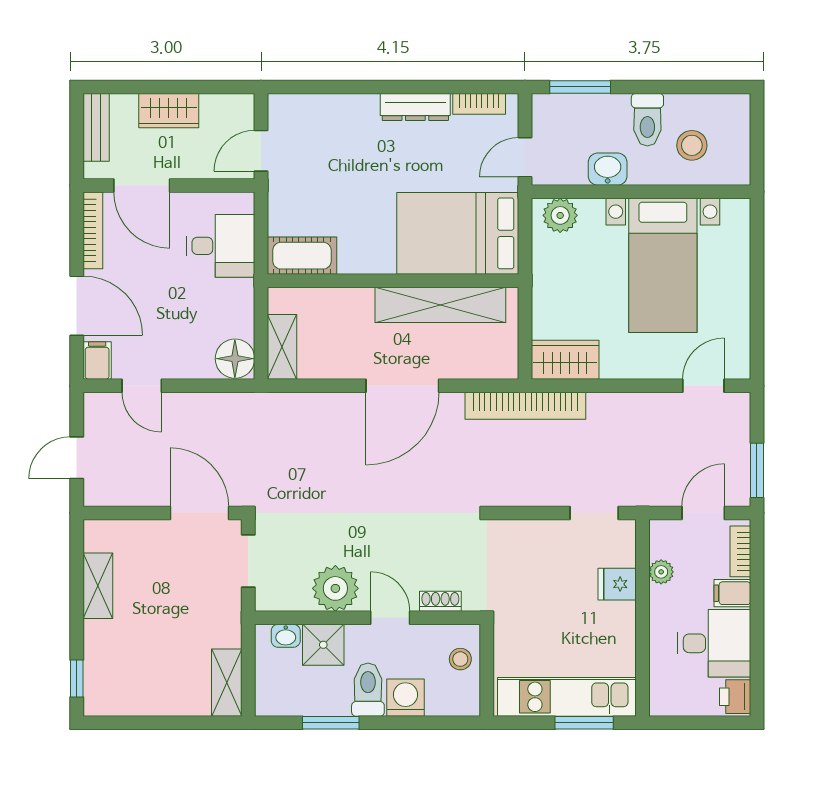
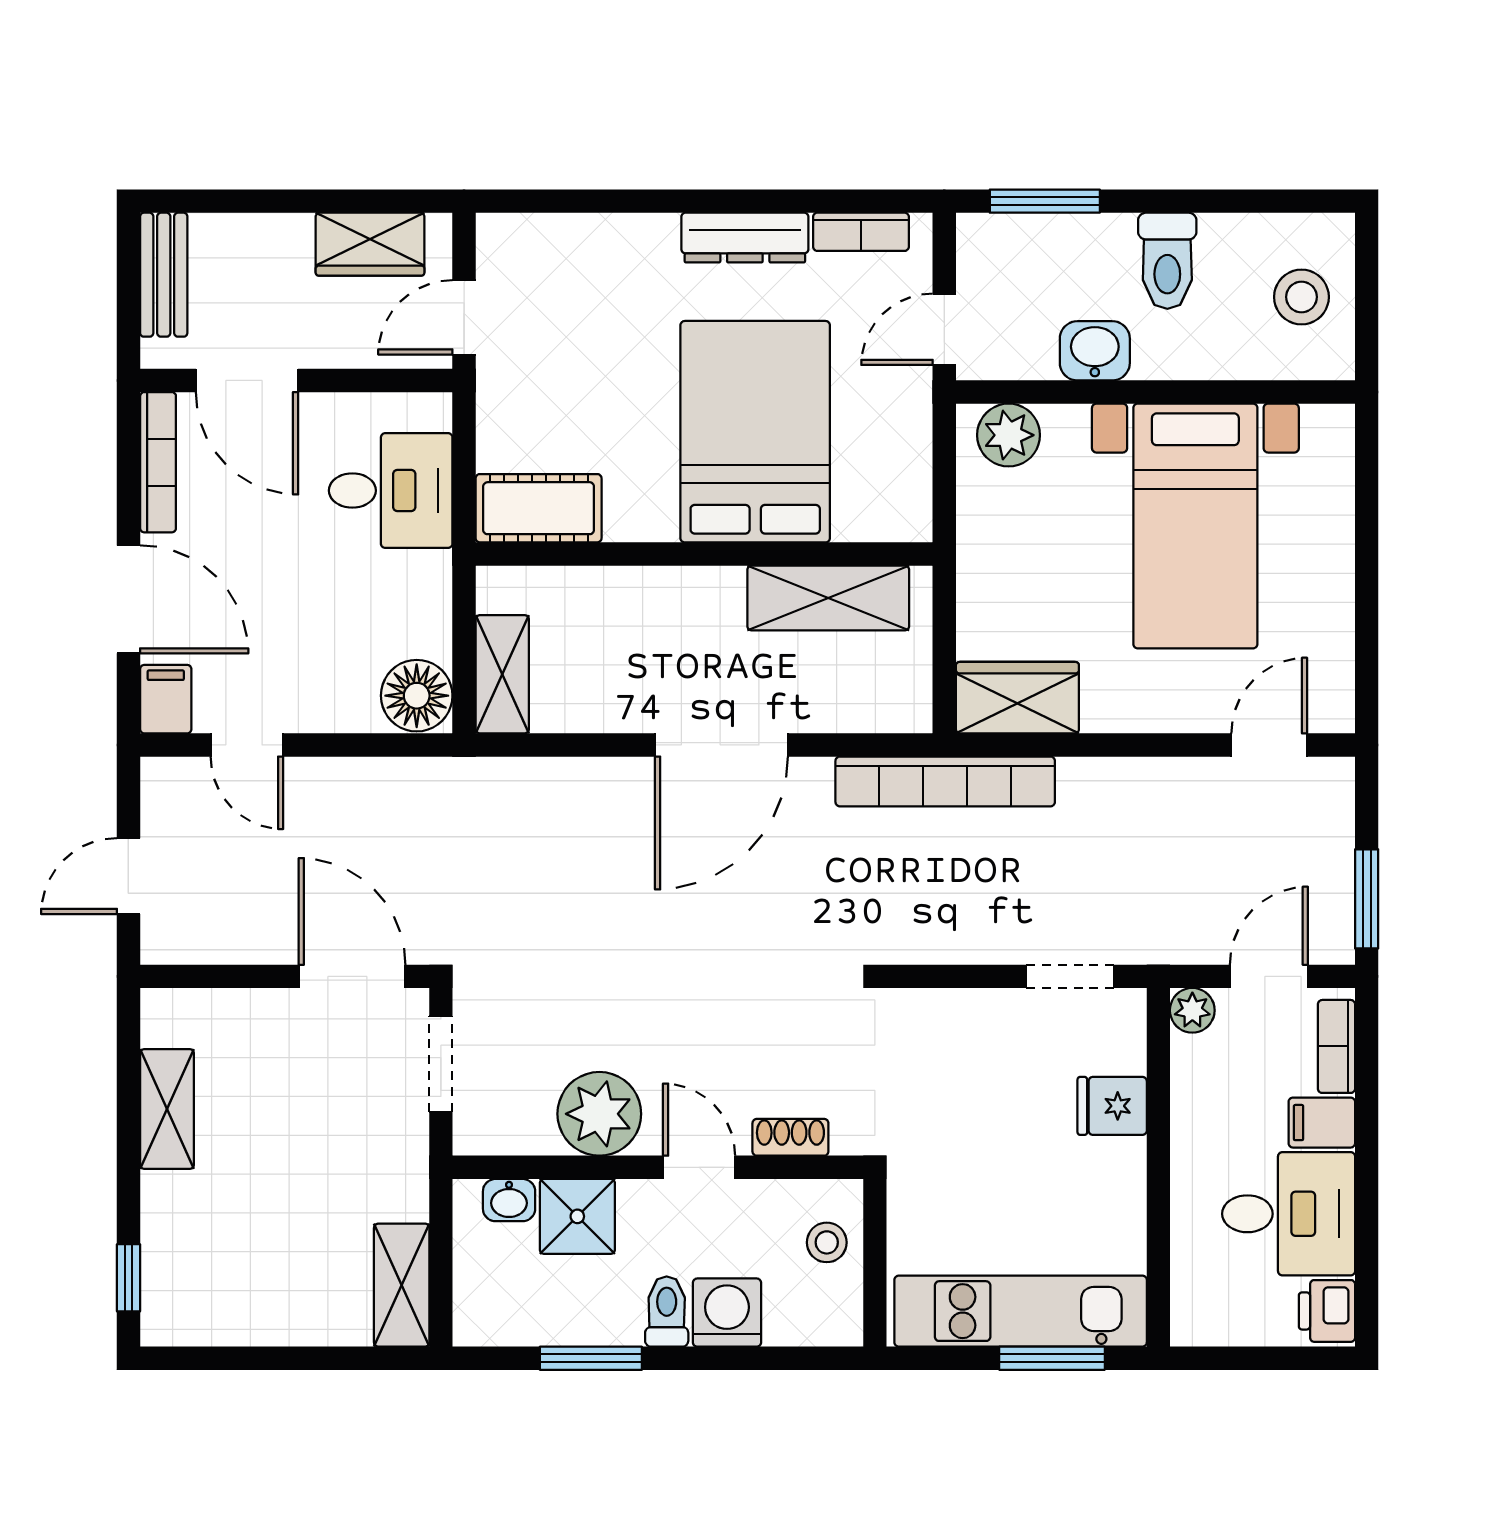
wardrobe: (169, 111) -> (370, 244), moved
stool: (692, 145) -> (1301, 297), moved
bed: (458, 233) -> (755, 432), moved, turned 90
shelving: (440, 305) -> (828, 598), width x0.68
plant: (661, 572) -> (1192, 1010), moved
toilet: (368, 690) -> (667, 1312), width x0.73, depth x0.72

